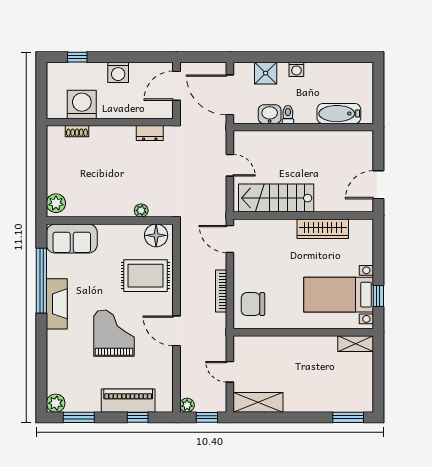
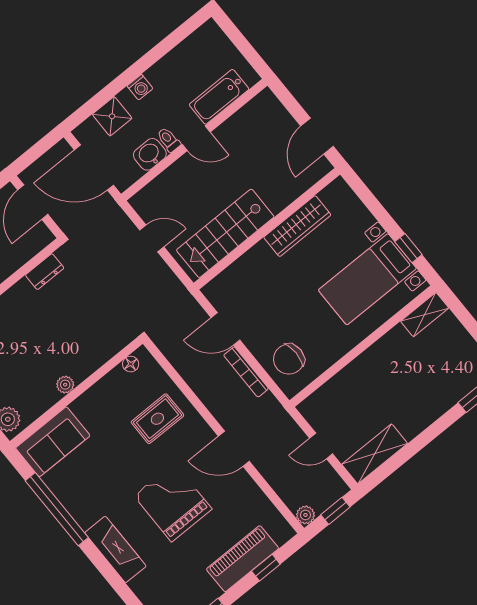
door: (305, 127) -> (196, 138), added
plant: (141, 210) -> (65, 385), moved
floor lamp: (156, 235) -> (131, 364), width x0.53, depth x0.53
door: (230, 239) -> (226, 329), moved
rug: (145, 276) -> (157, 419), width x0.73, depth x0.70
fireplace: (57, 304) -> (115, 549), moved

